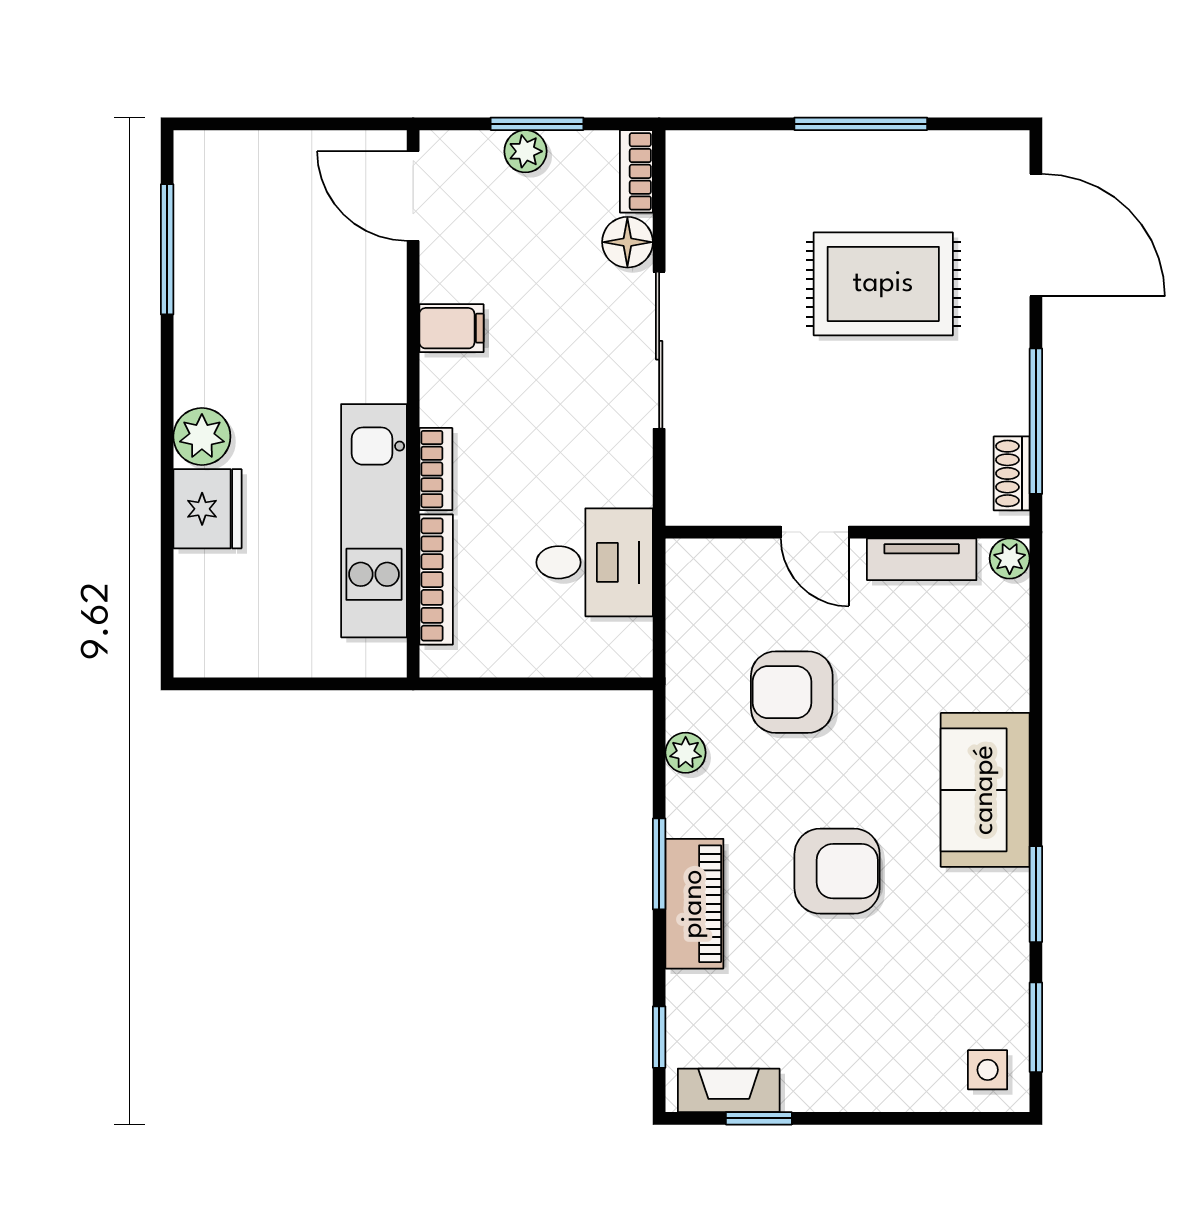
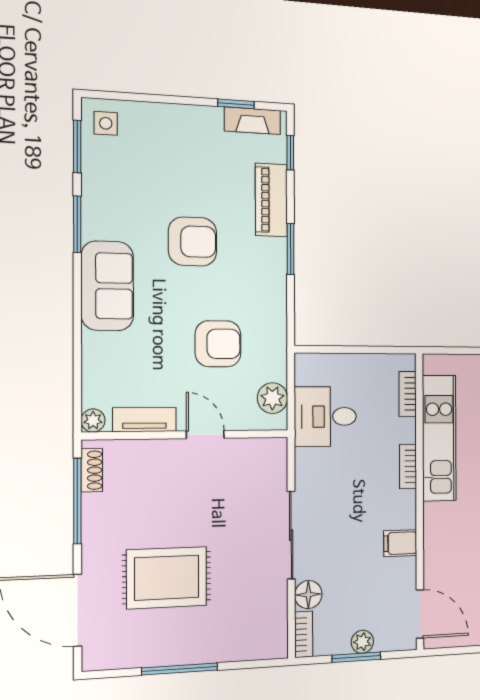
bookcase: (436, 580) -> (408, 394), width x0.64
plant: (686, 753) -> (272, 398), moved, width x1.38, depth x1.38
armchair: (837, 871) -> (192, 242), turned 180
piano: (694, 904) -> (271, 200), moved

